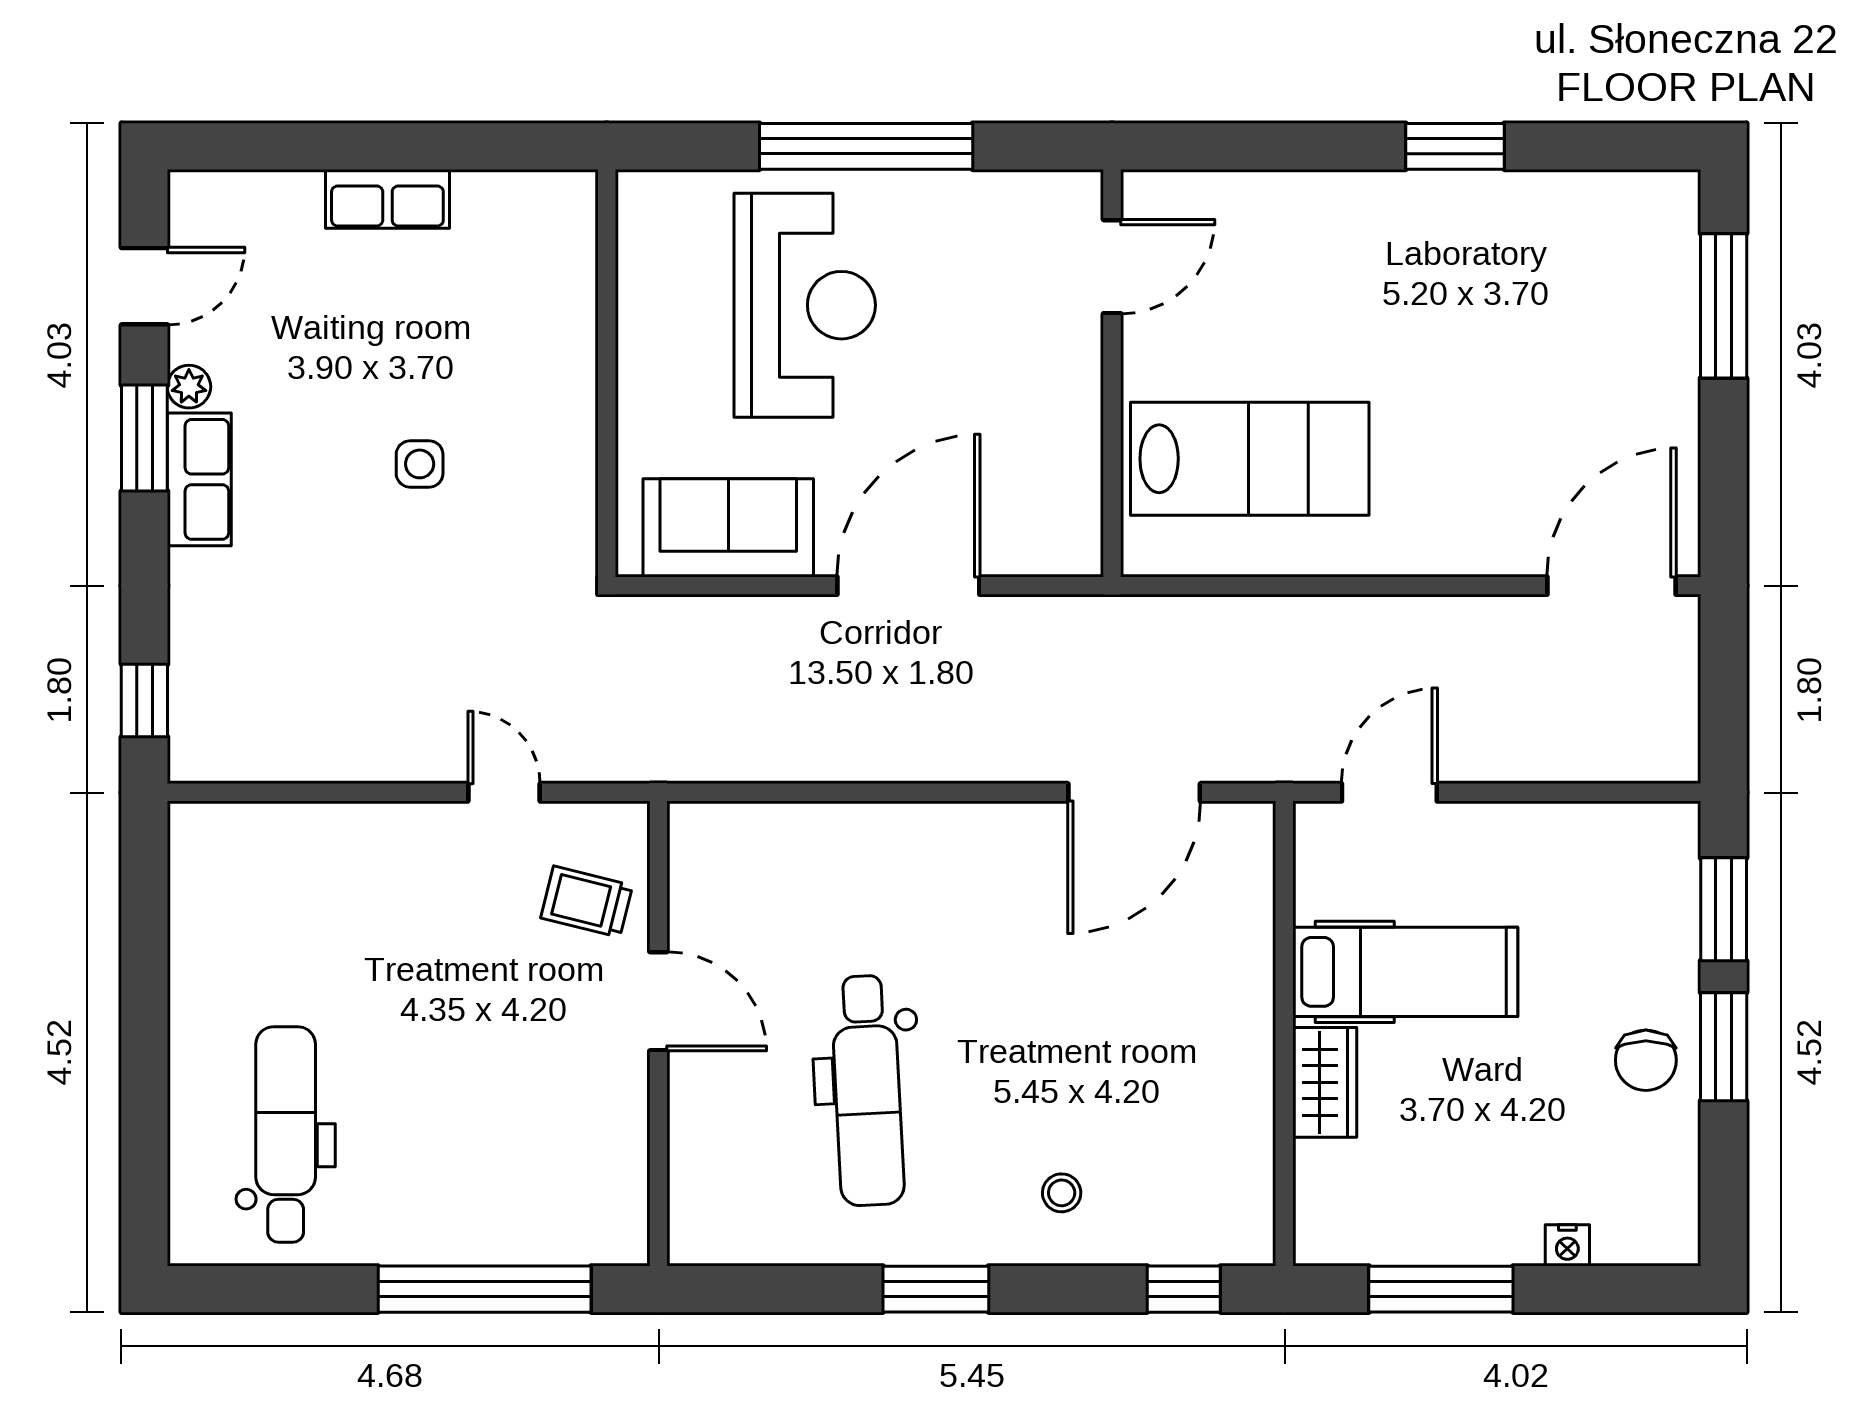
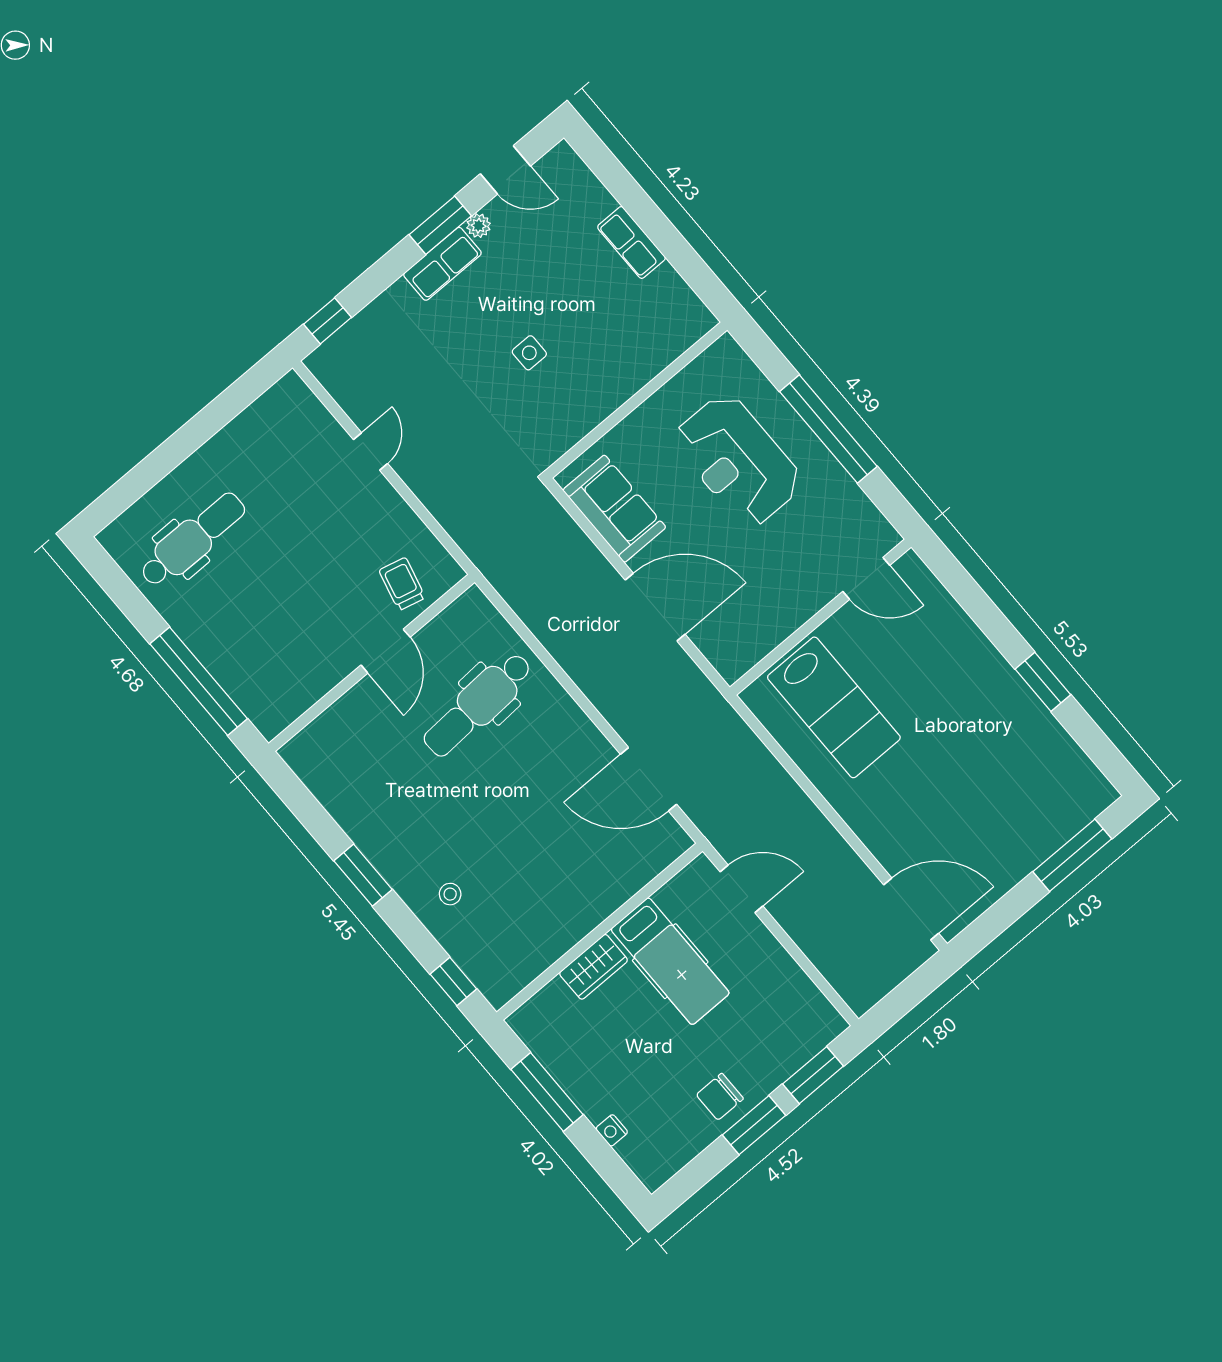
reception desk: (805, 305) -> (738, 460), turned 90
door: (504, 792) -> (371, 452), moved
dental chair: (867, 1091) -> (478, 705), moved

